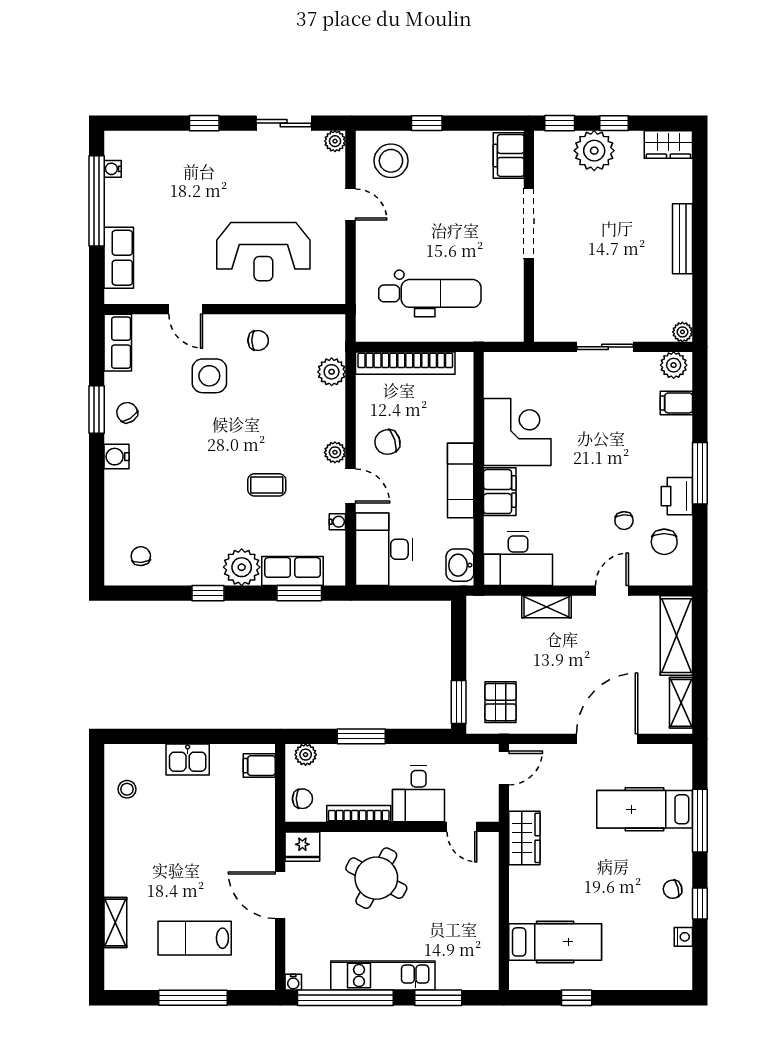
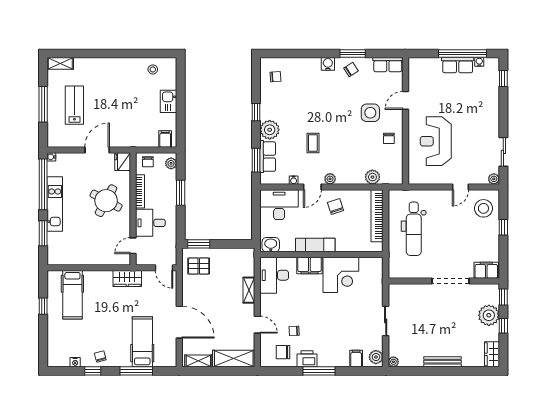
window: (204, 123) -> (503, 79), moved
row of seats: (119, 258) -> (458, 65), moved
shelving: (115, 923) -> (60, 63), moved

